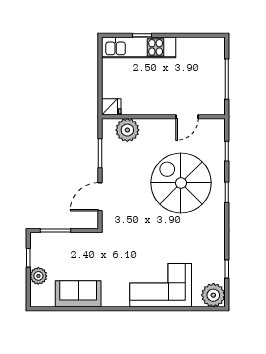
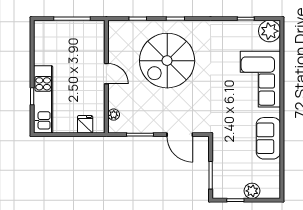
fridge: (111, 107) -> (85, 124), moved
door: (187, 117) -> (106, 74), moved
plant: (127, 130) -> (114, 115), width x0.53, depth x0.53
sofa: (78, 294) -> (268, 138), moved

